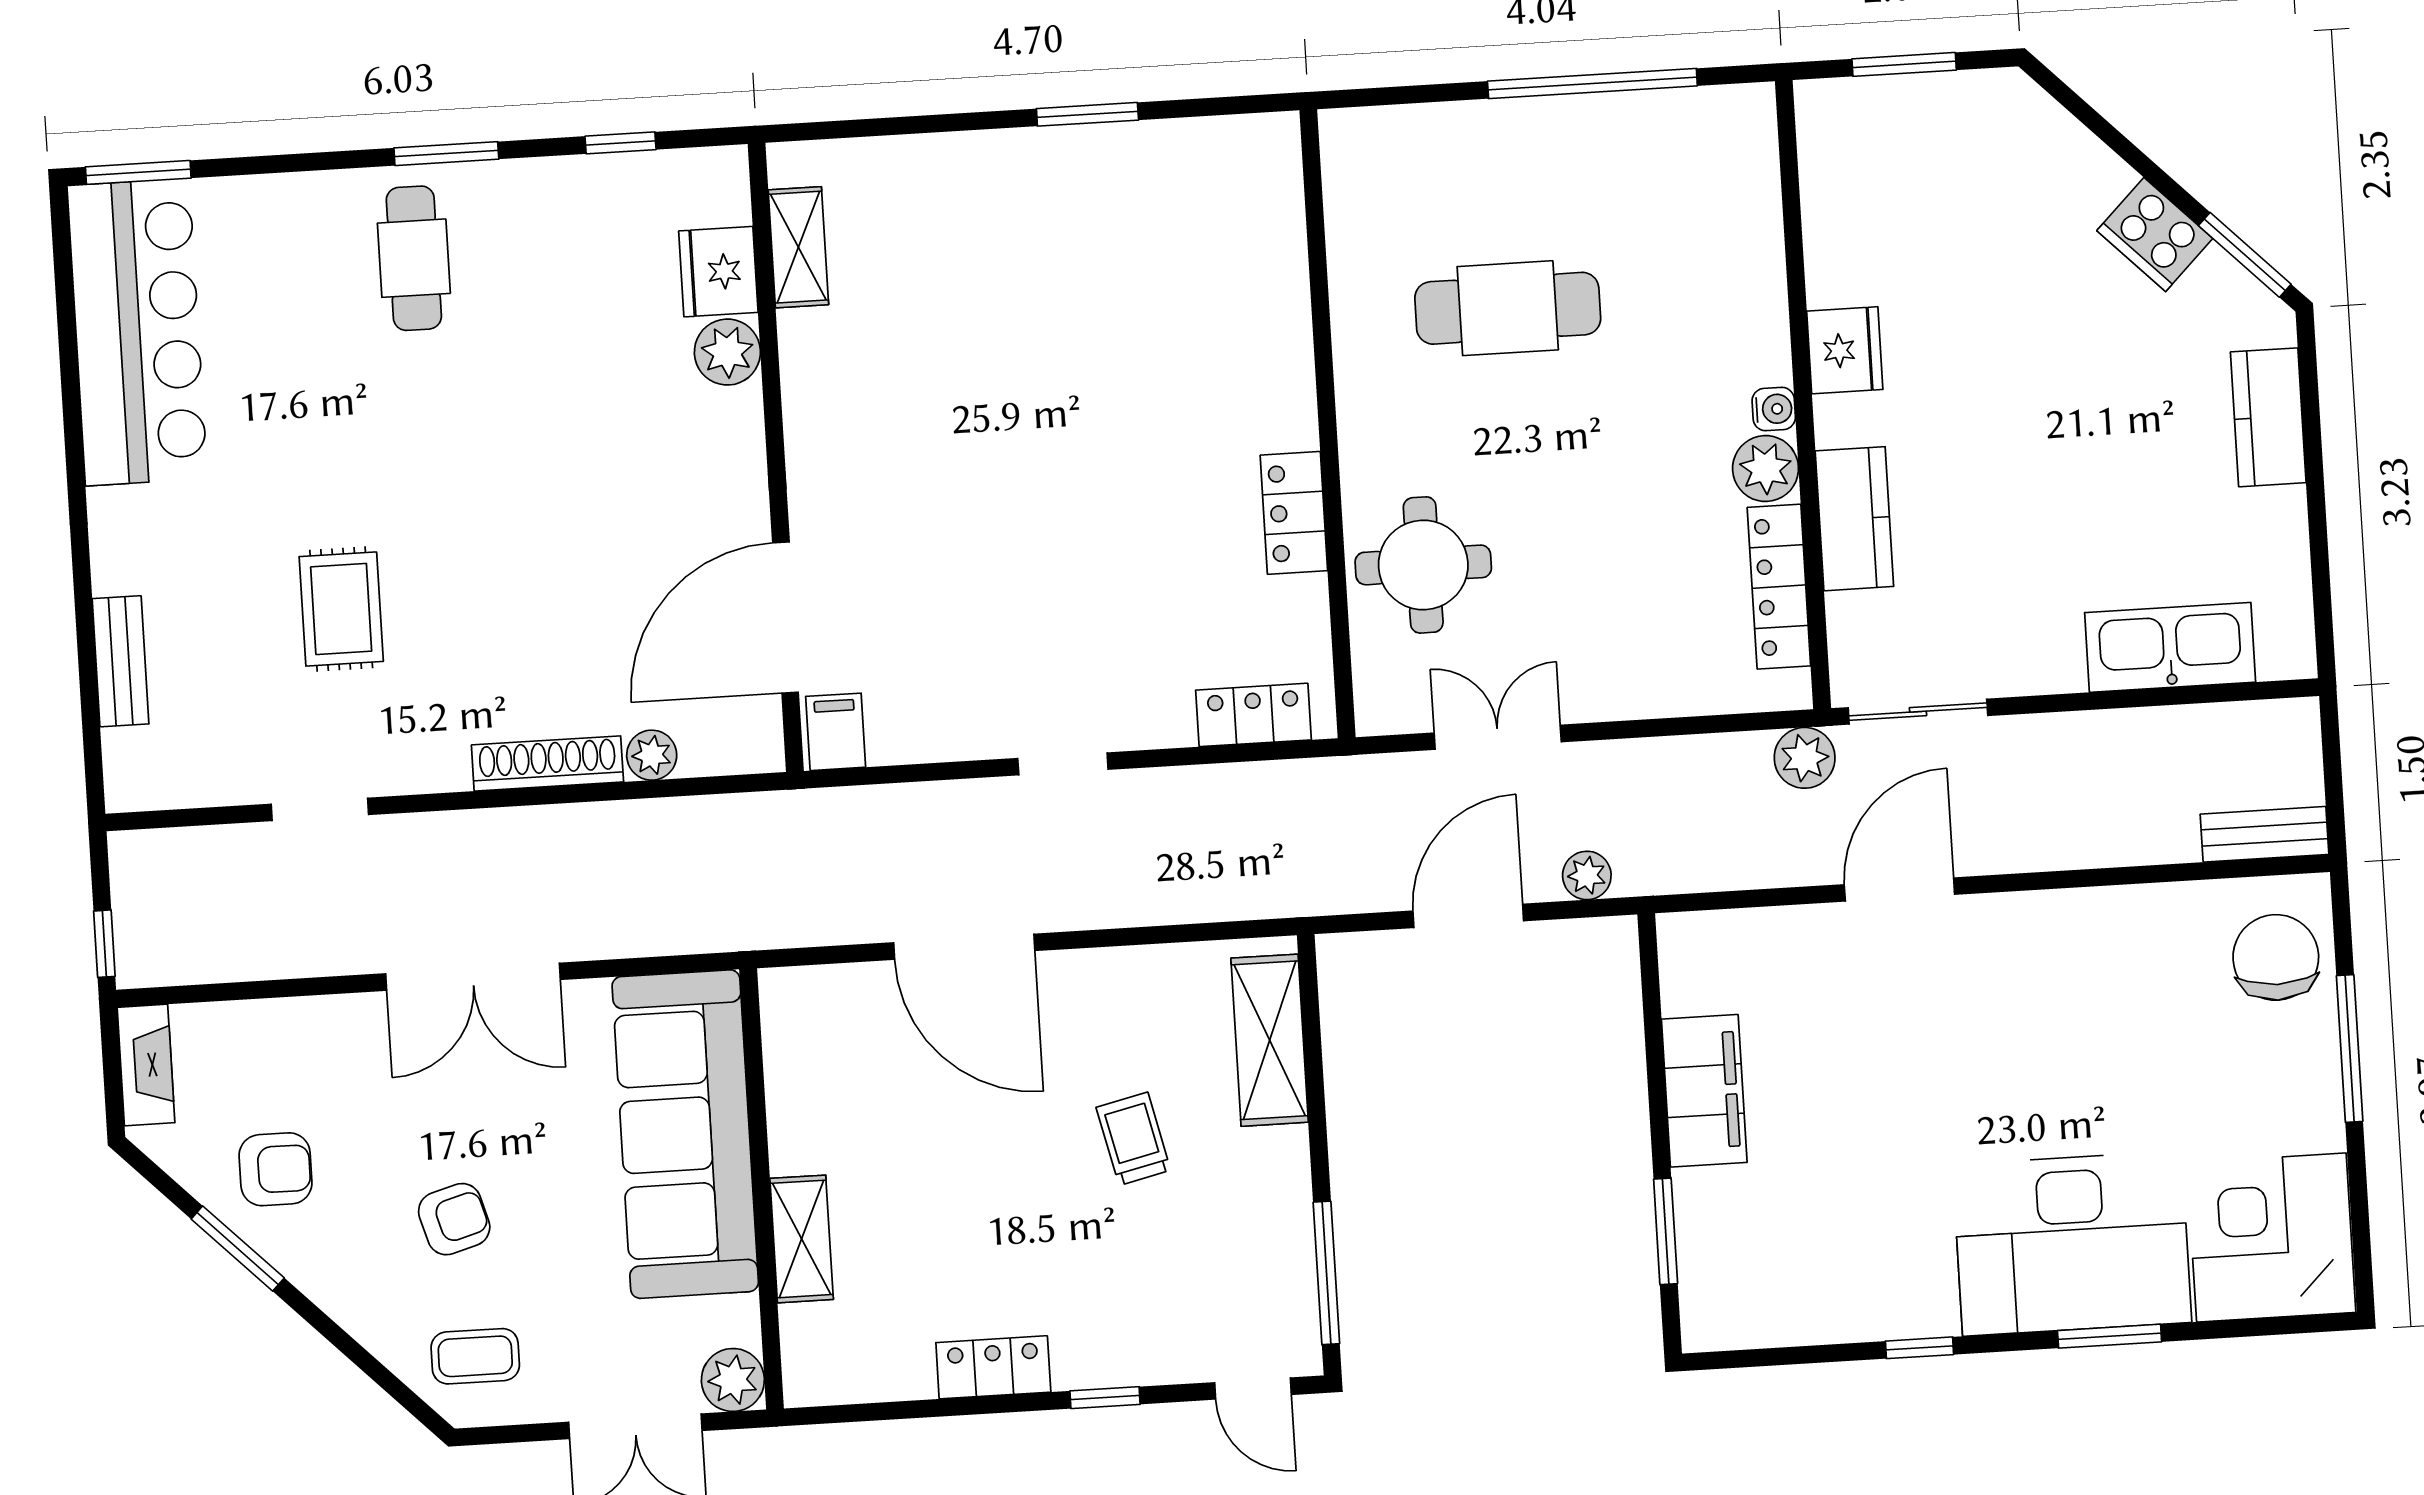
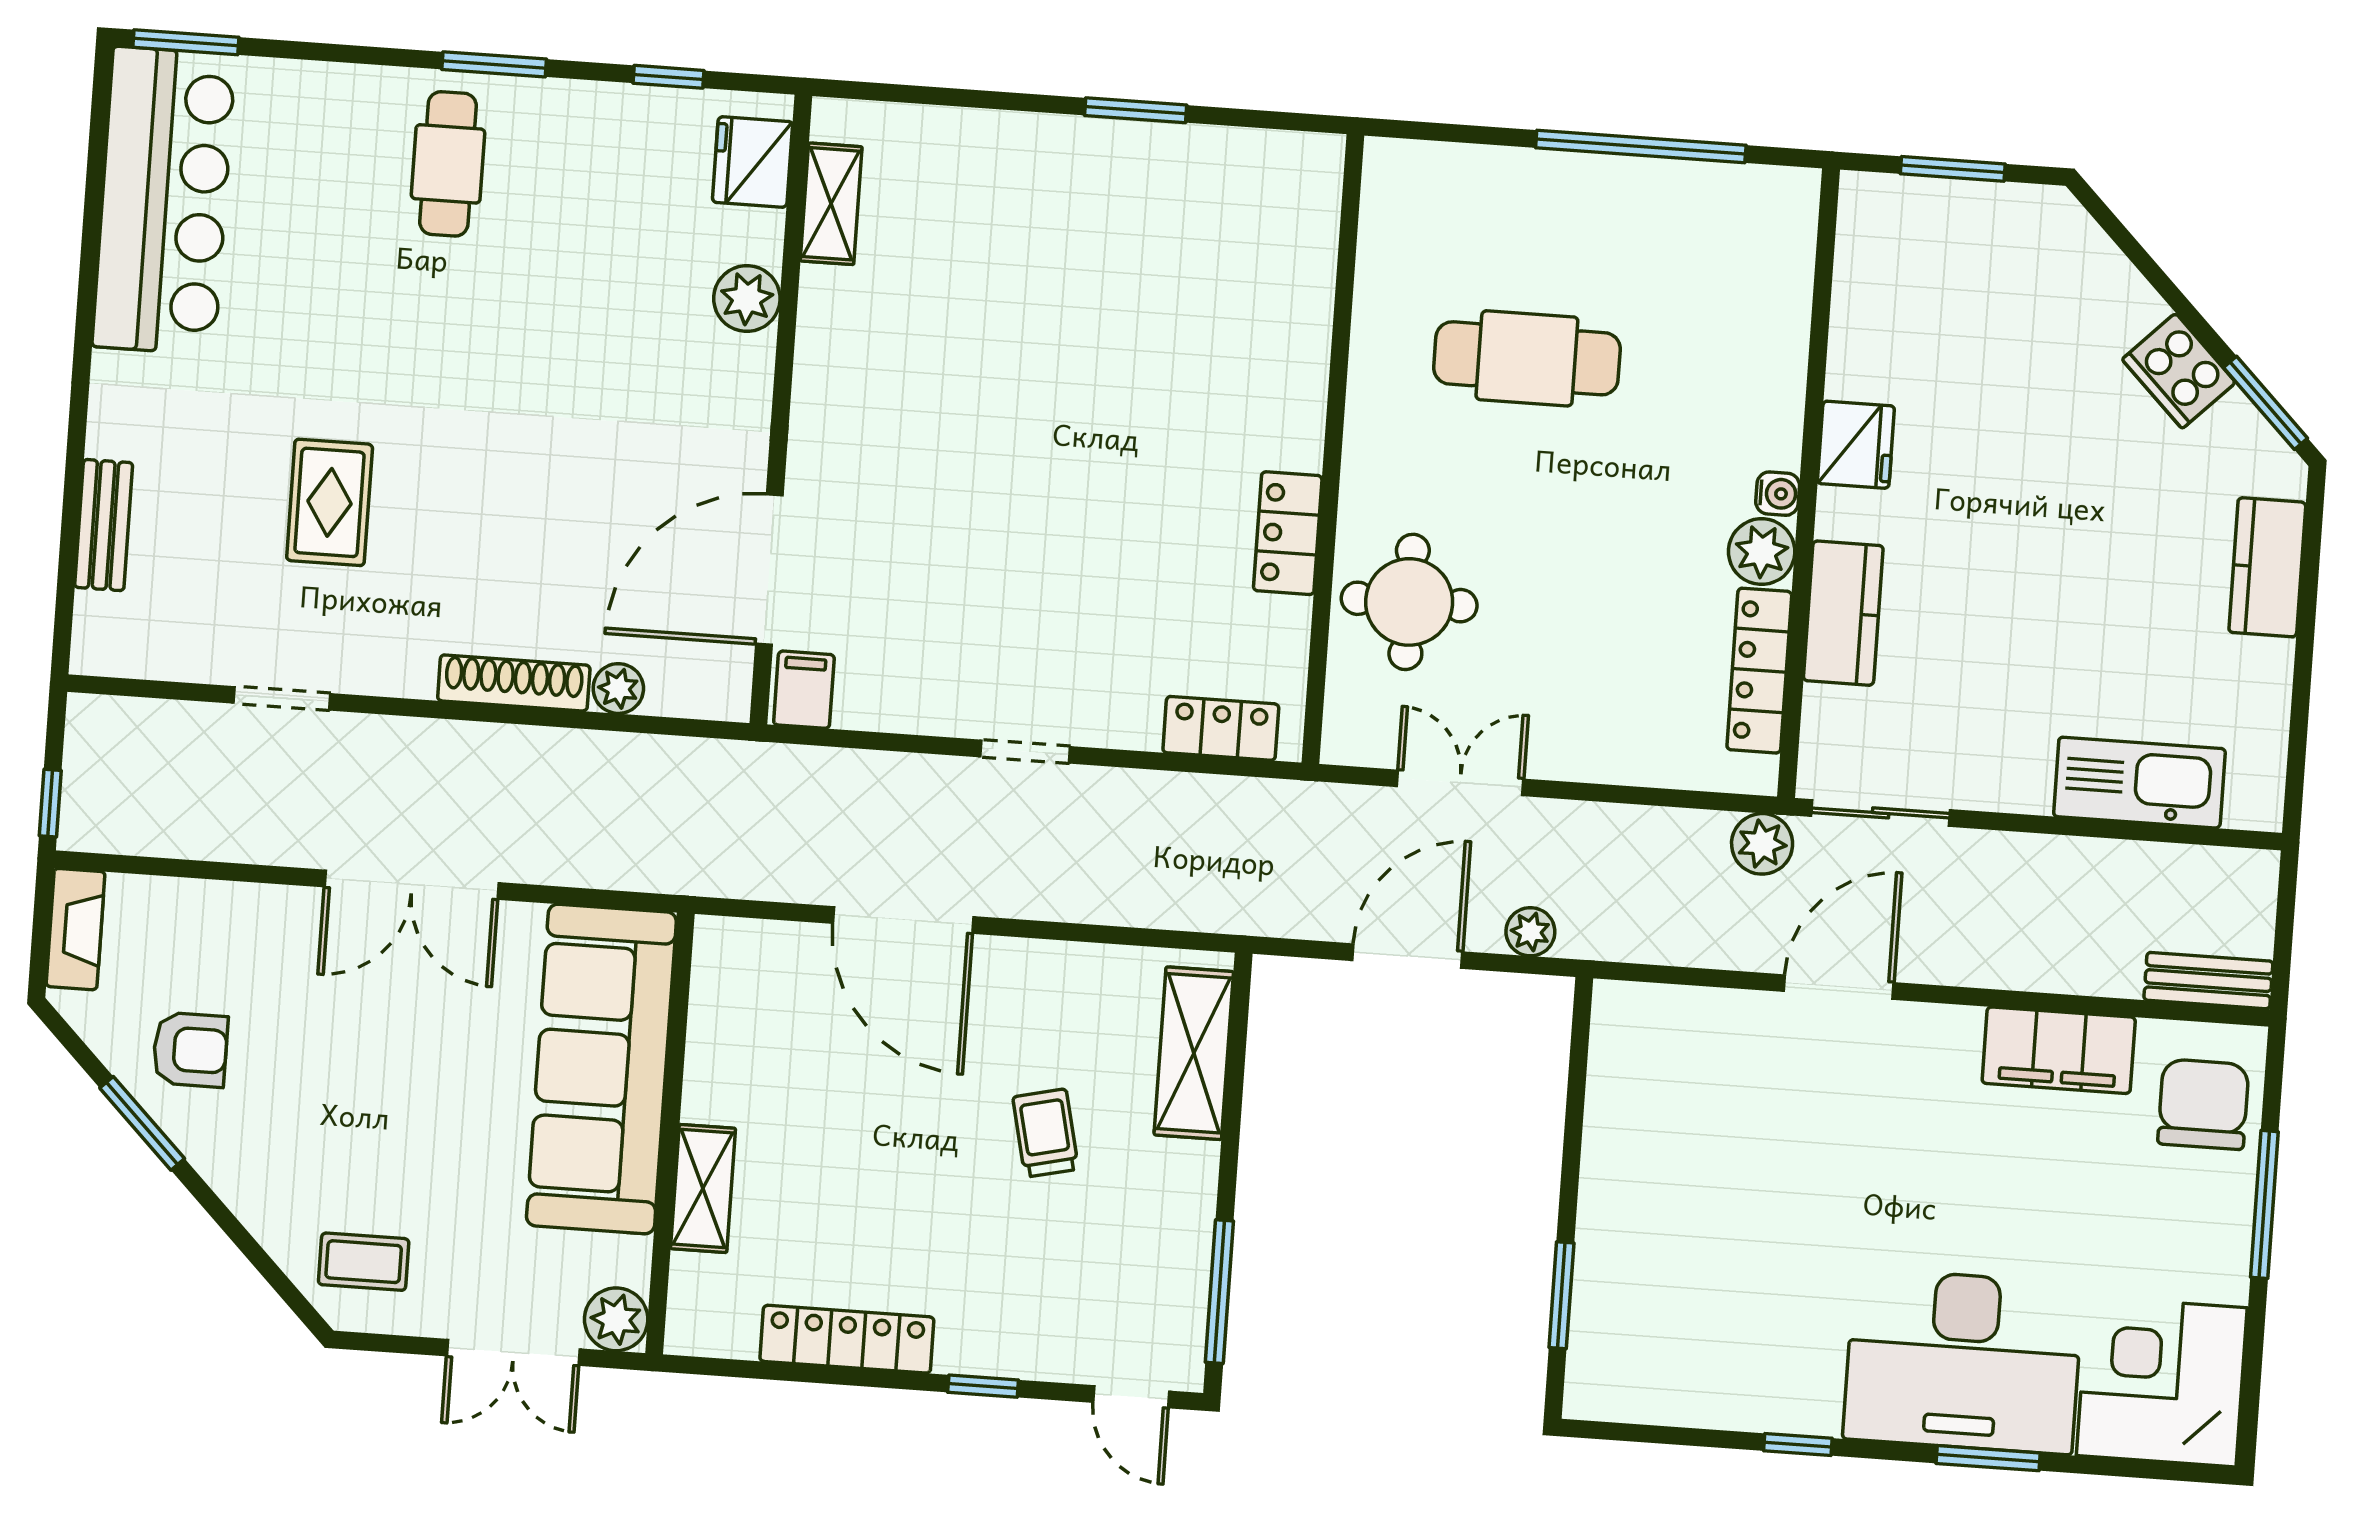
fridge: (718, 272) -> (753, 162), moved
filing cabinet: (1704, 1091) -> (2059, 1050), moved, turned 90
armchair: (454, 1219) -> (361, 1123), removed
locker: (993, 1367) -> (847, 1339), width x1.53

